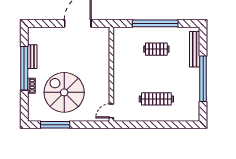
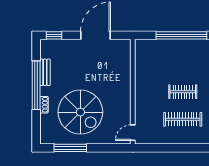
window: (40, 23) -> (54, 35), added
clothes rail: (156, 49) -> (183, 92), moved
spiral stairs: (64, 92) -> (80, 112), turned 180

